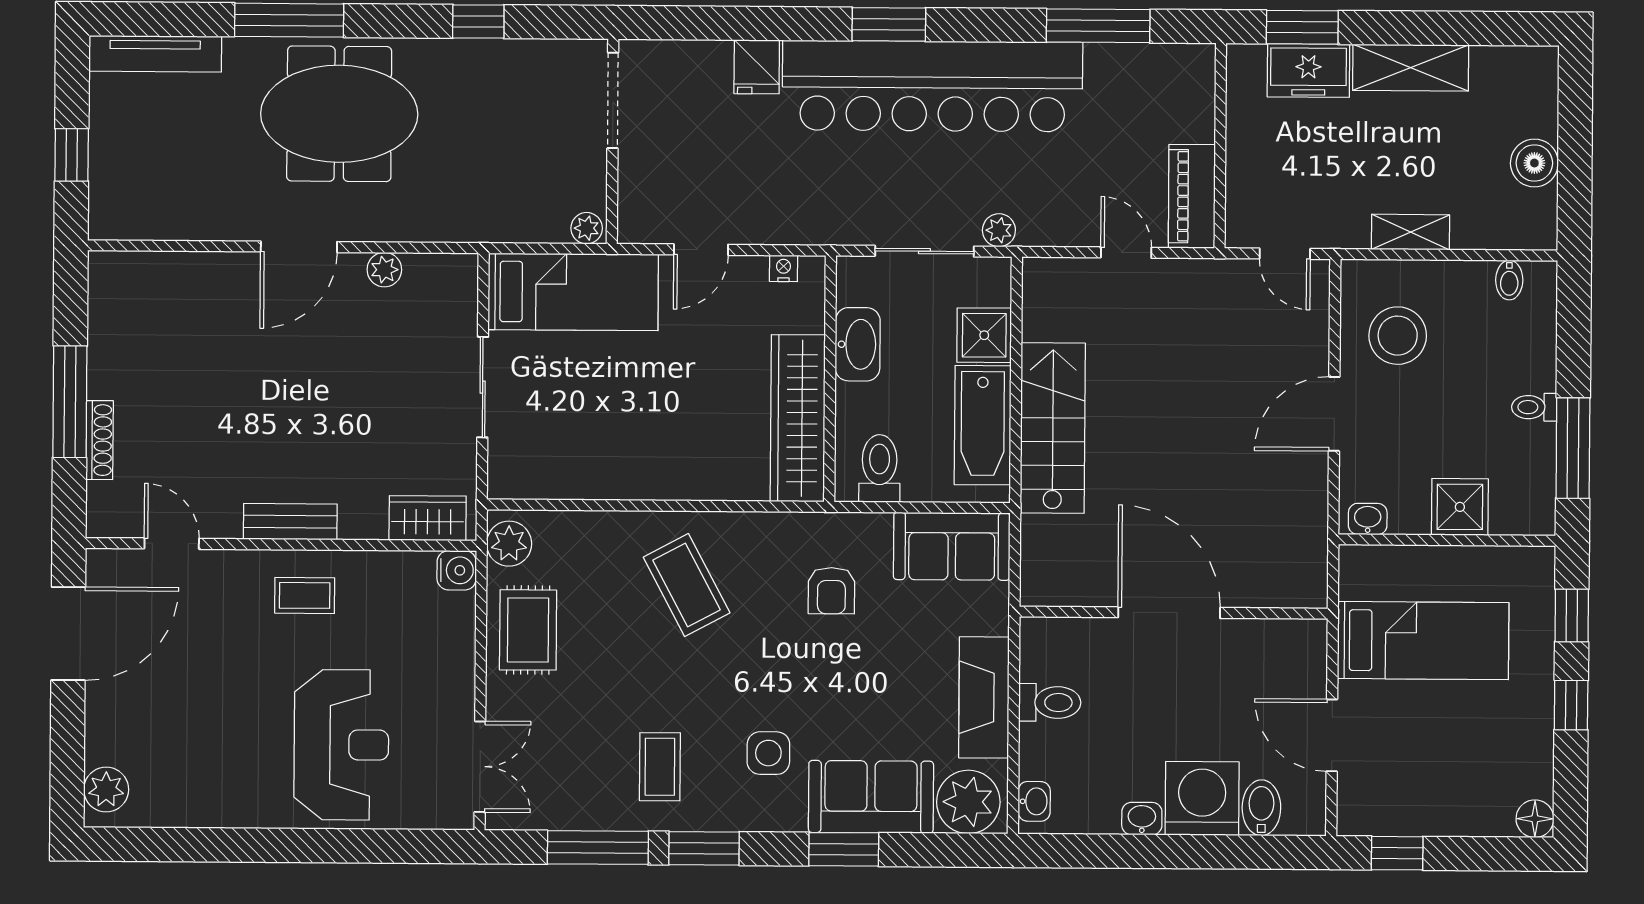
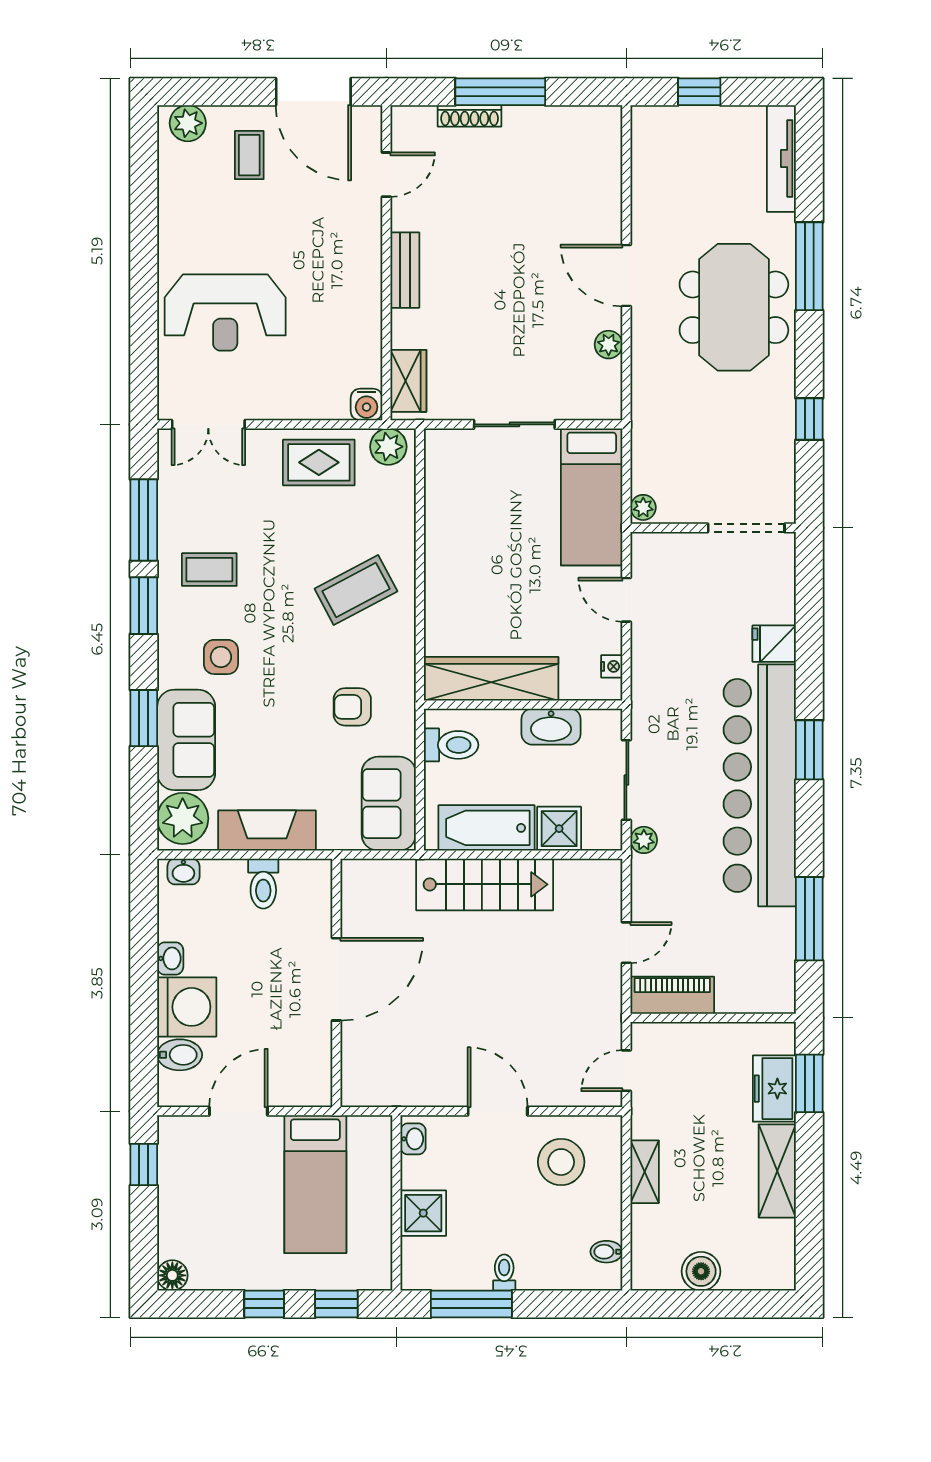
coffee table: (305, 595) -> (249, 155), moved

